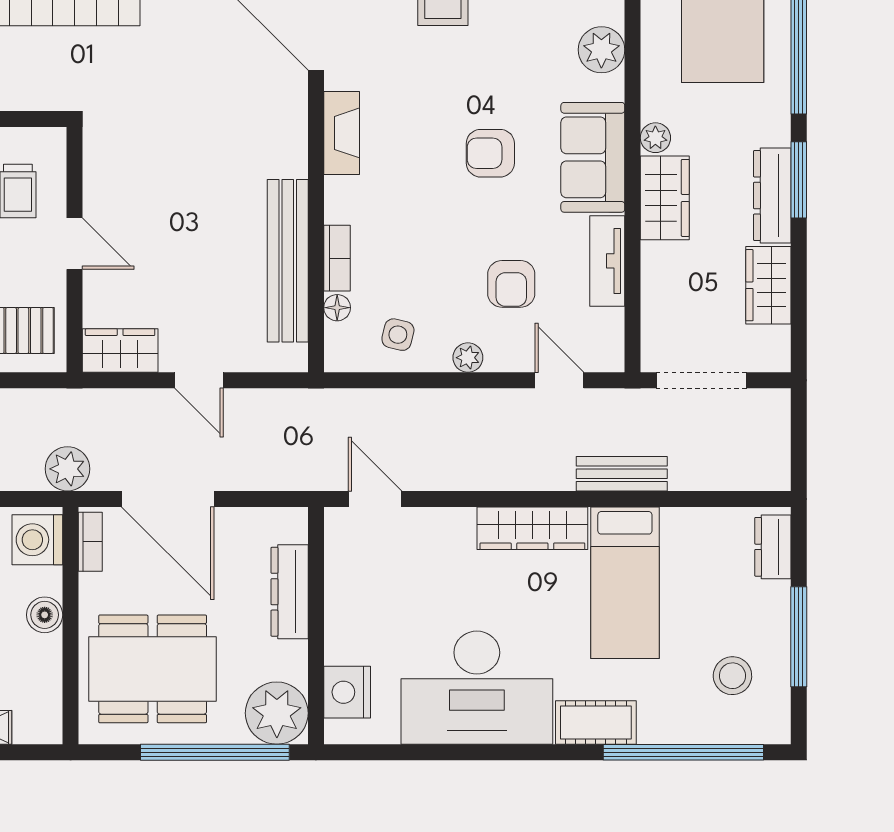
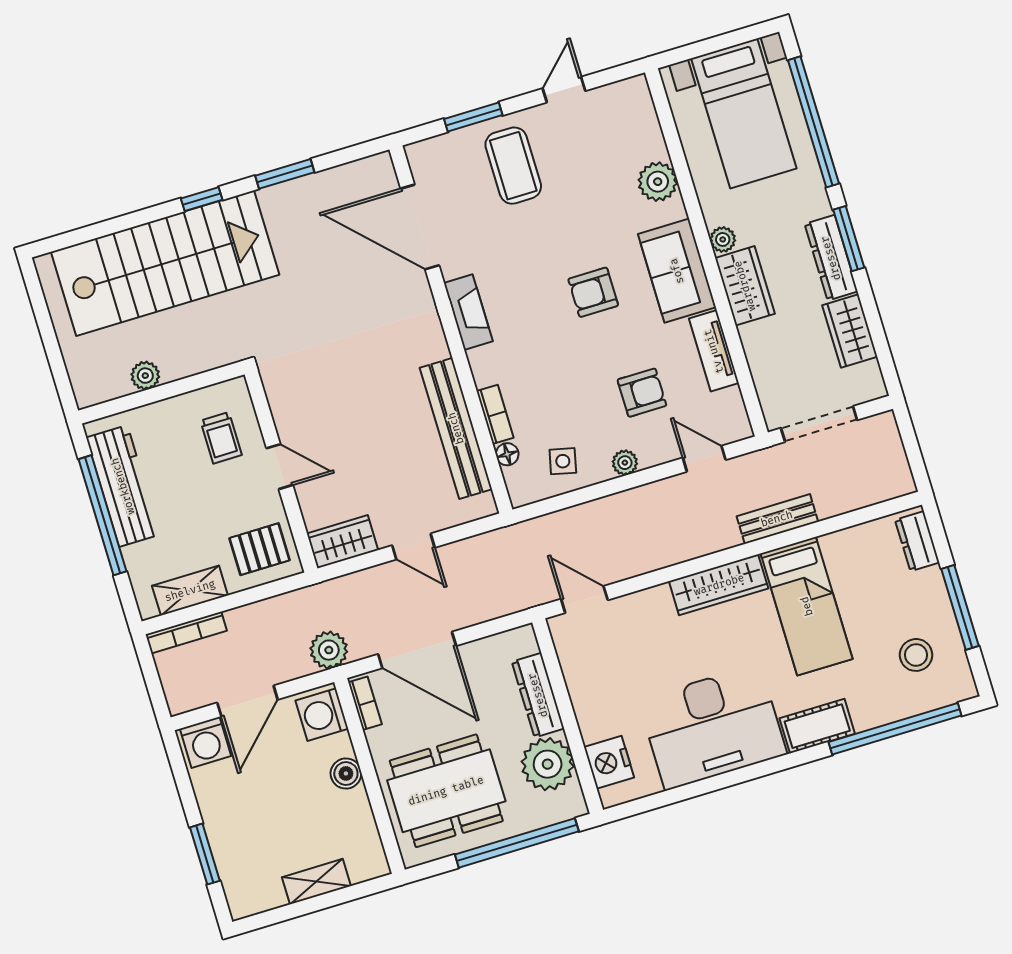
armchair: (511, 284) -> (642, 393), turned -90
plant: (277, 713) -> (548, 764), moved

